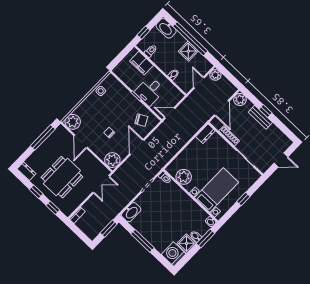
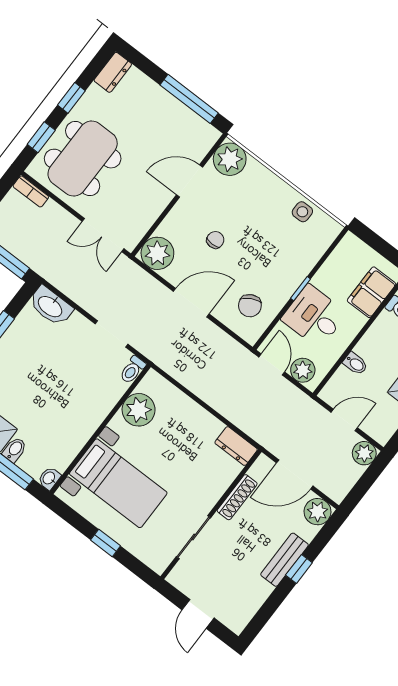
plant: (174, 99) -> (303, 370), added
dining table: (62, 177) -> (83, 159), moved, turned 90

